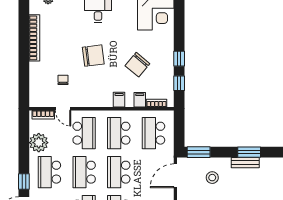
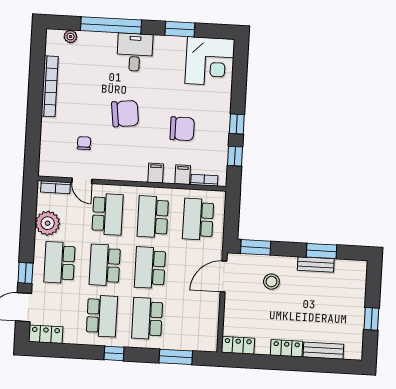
chair: (137, 65) -> (182, 129), turned -130

